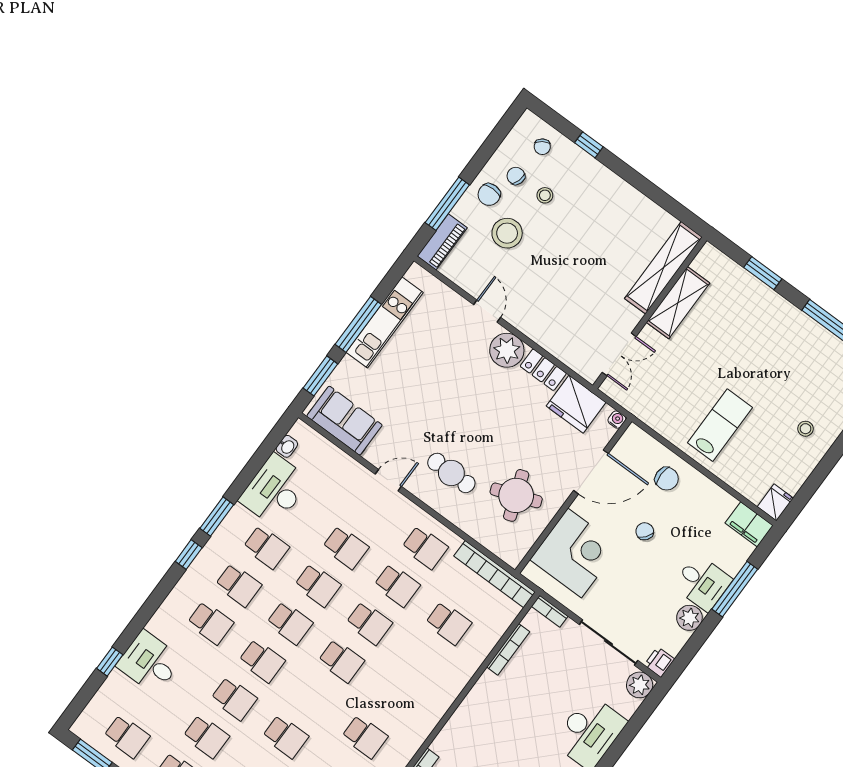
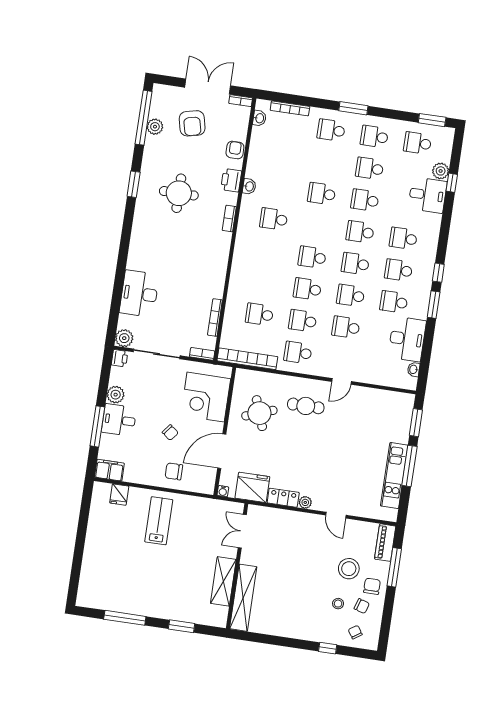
plant: (507, 350) -> (305, 502), width x0.53, depth x0.53
sofa: (344, 421) -> (387, 403), removed
lab bench: (720, 425) -> (159, 521), turned 180
stool: (805, 429) -> (106, 546), removed
fridge: (775, 502) -> (119, 495), moved
plant: (116, 684) -> (441, 171), added

